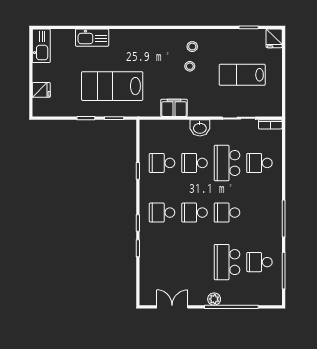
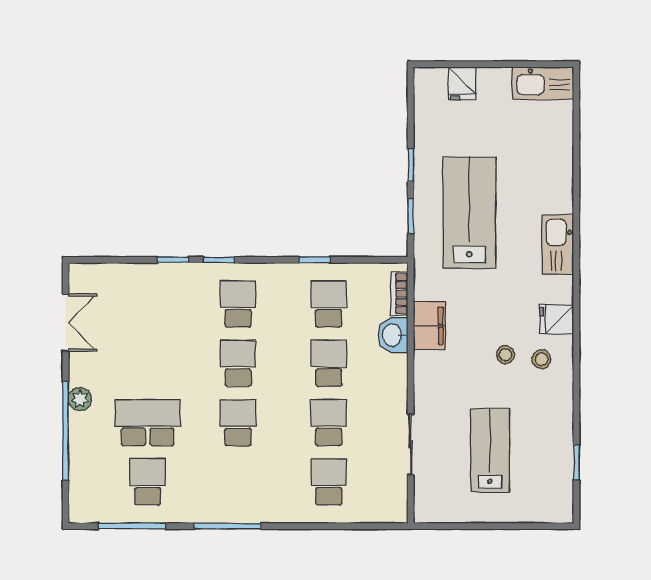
kitchen sink: (92, 38) -> (558, 244), moved
fridge: (274, 38) -> (556, 319), moved
bookcase: (270, 124) -> (399, 294), moved
washbasin: (200, 128) -> (393, 335), moved
school desk: (227, 163) -> (329, 423), width x0.54

